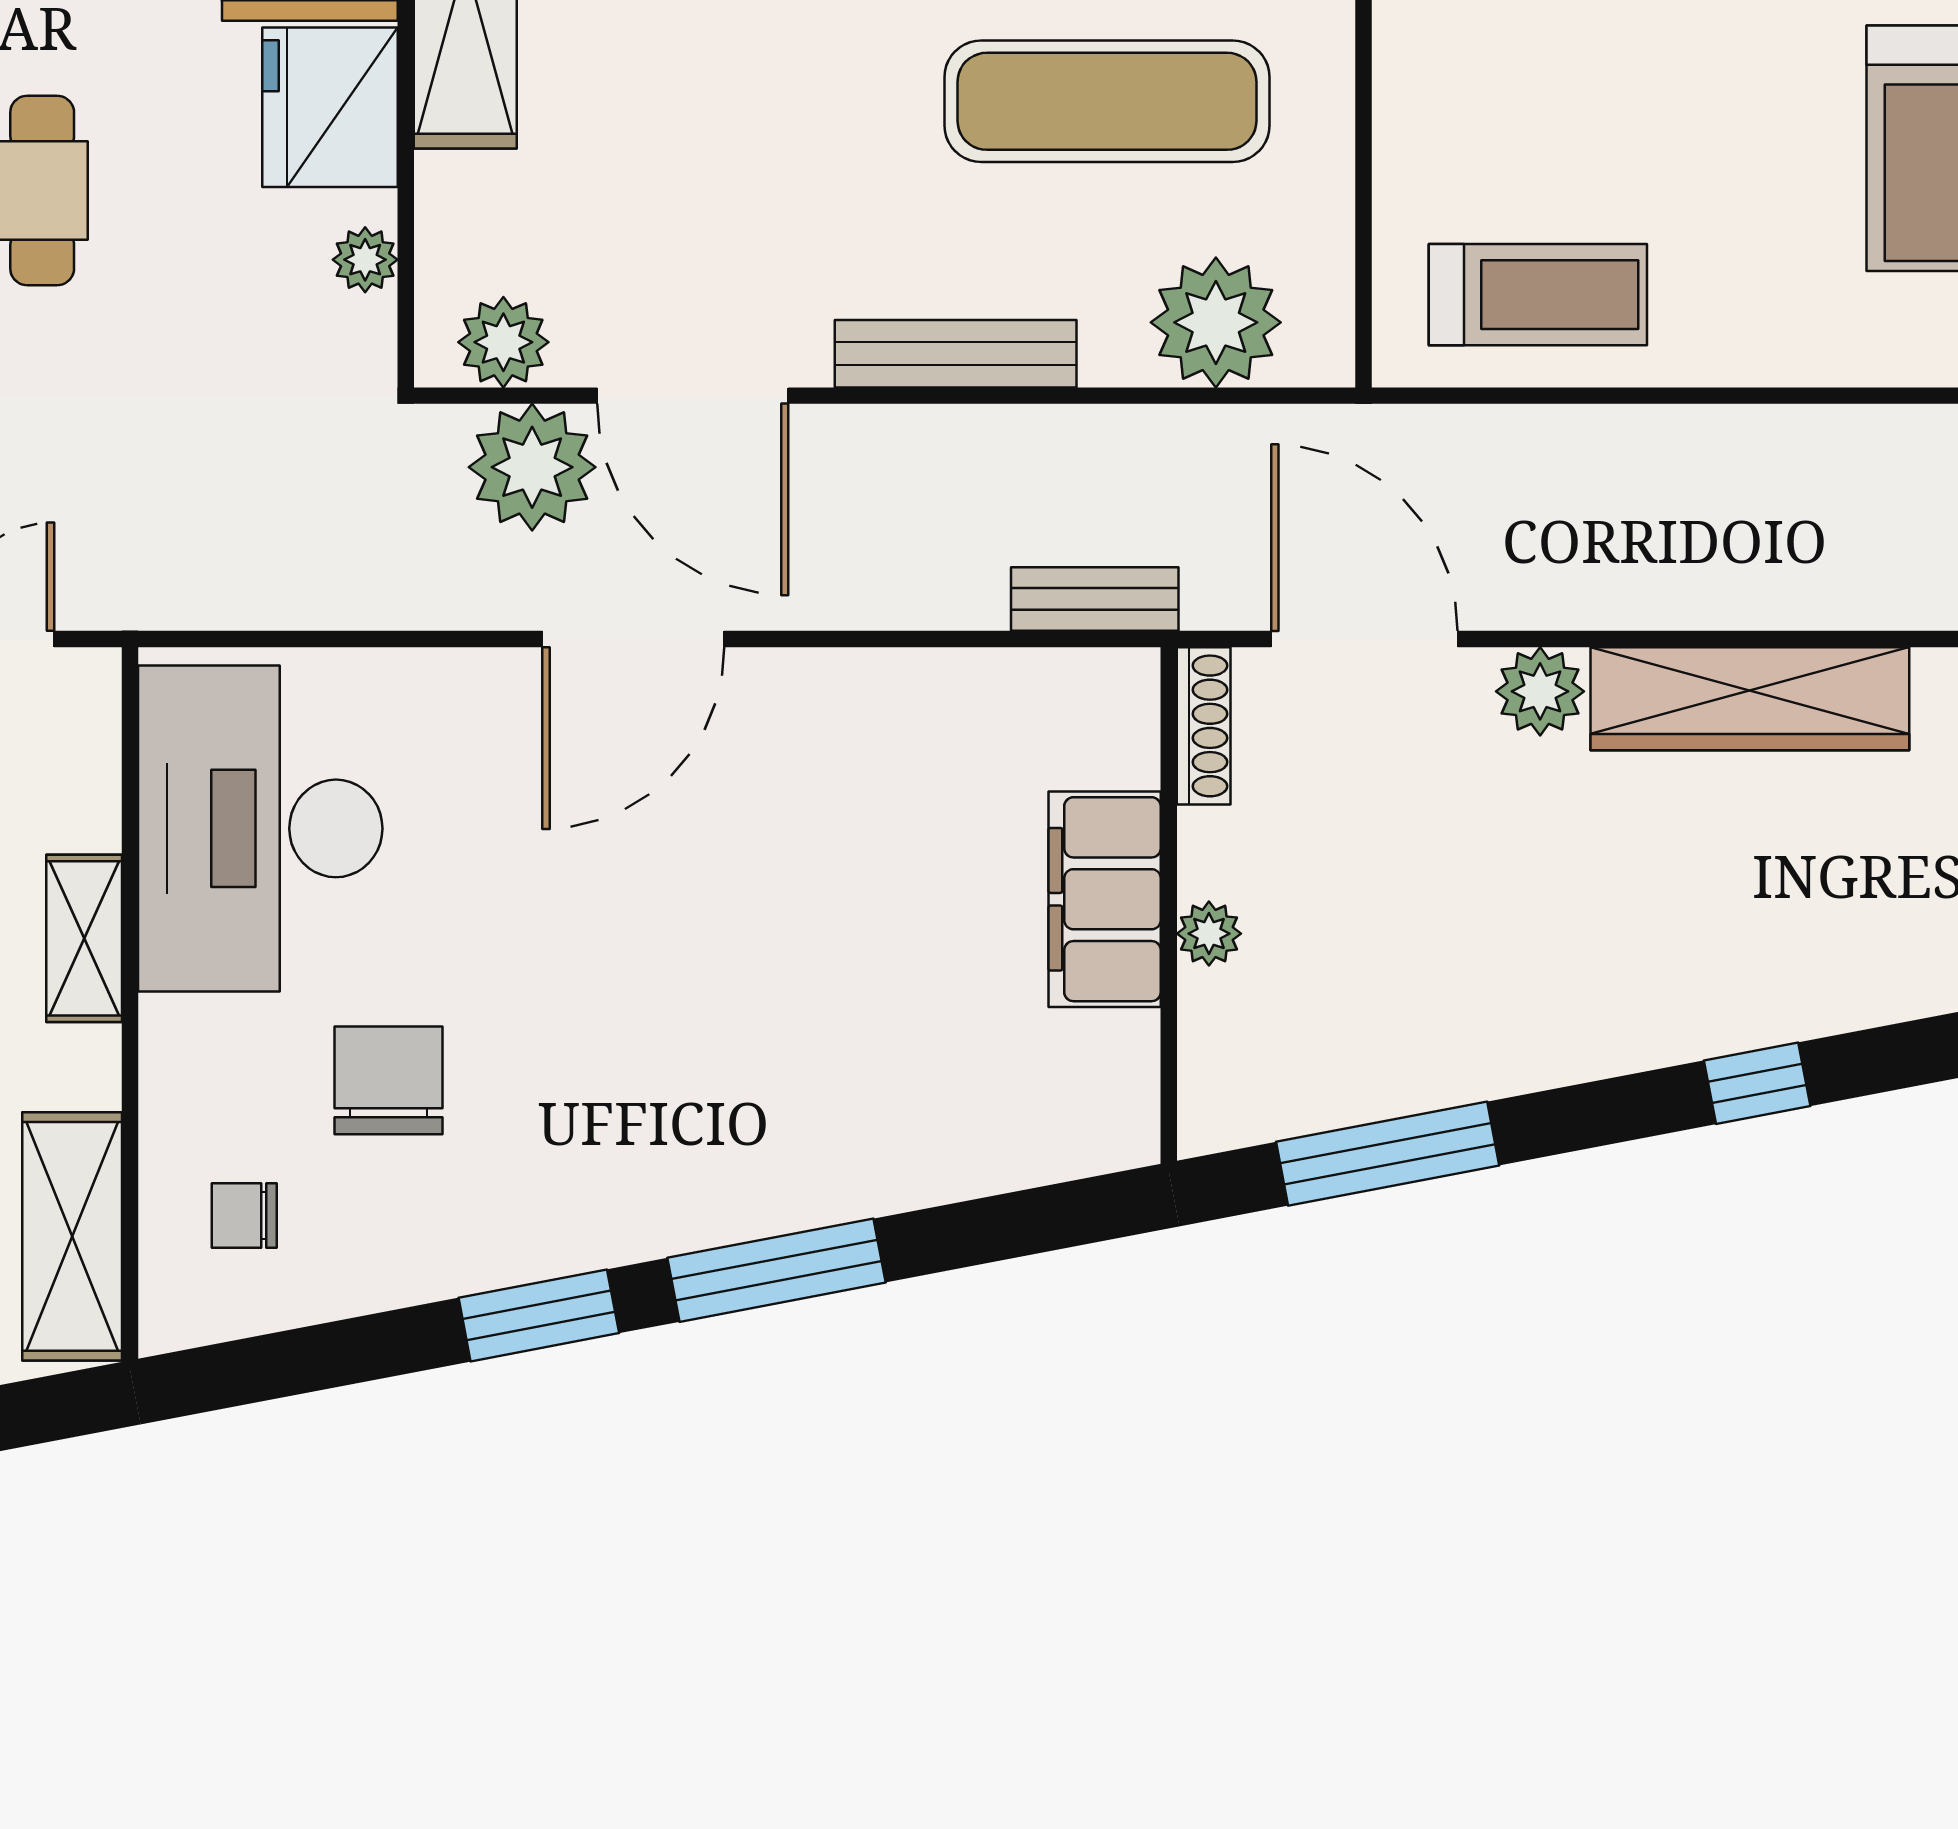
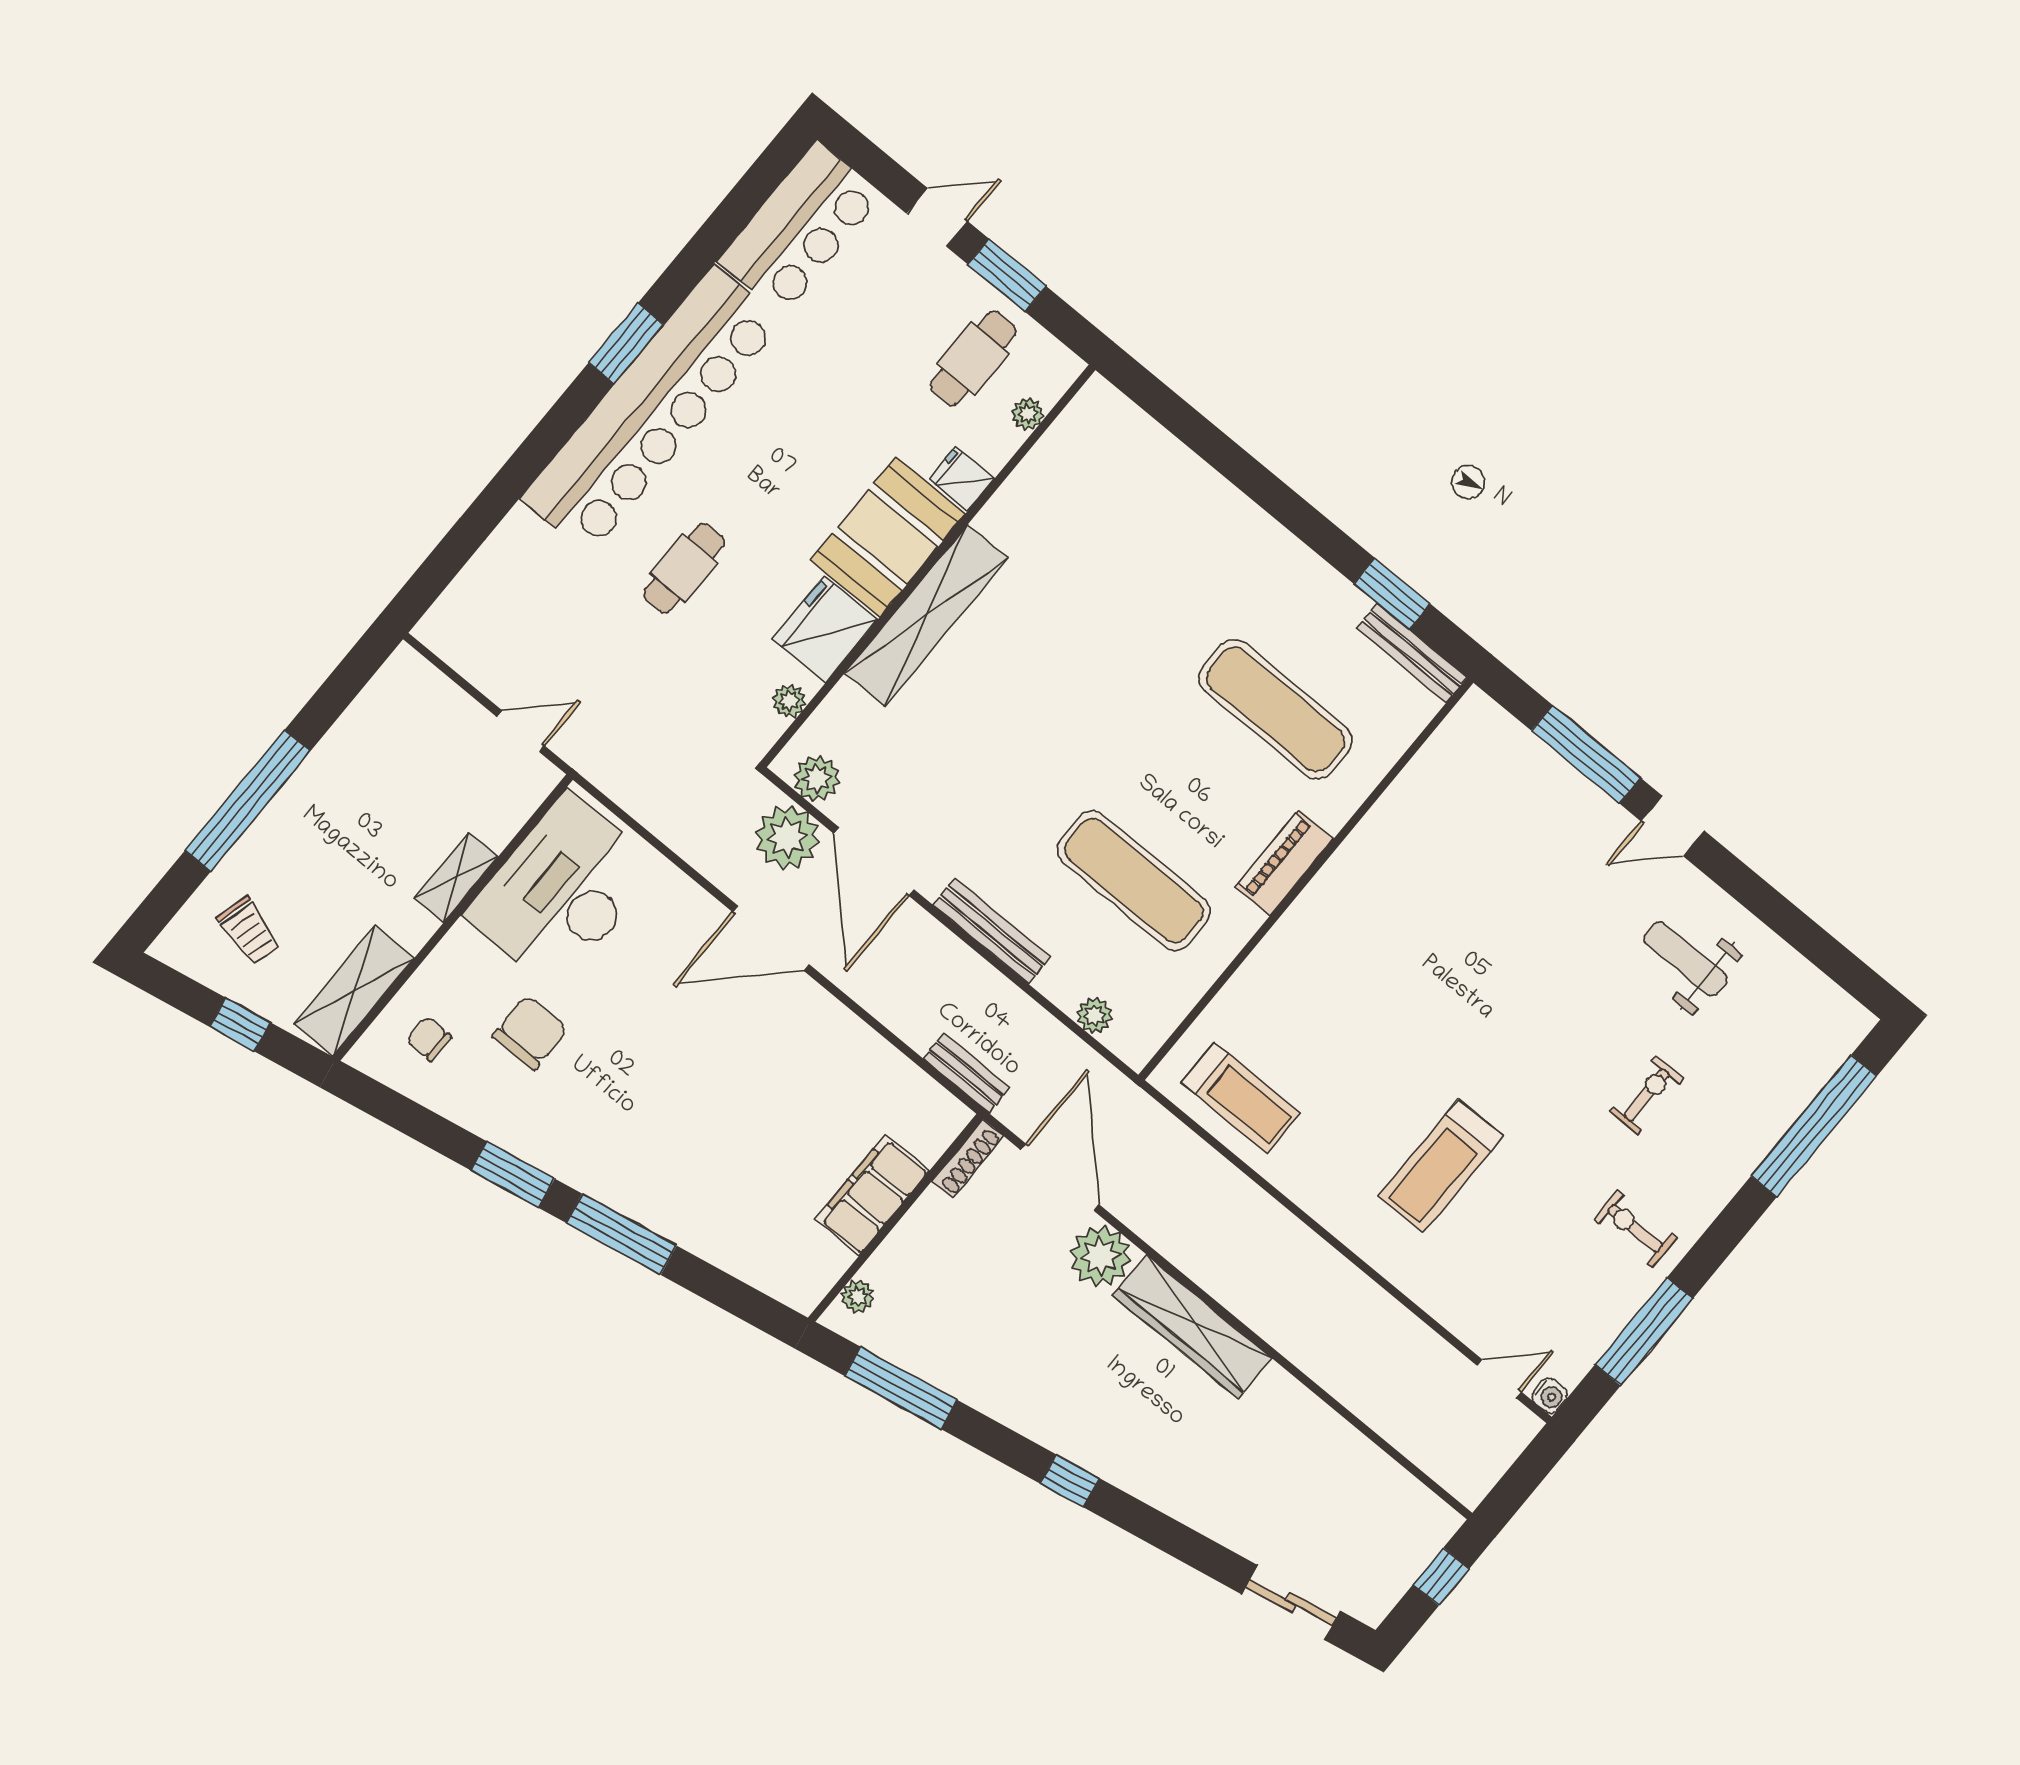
plant: (1216, 322) -> (1095, 1016), width x0.53, depth x0.53
plant: (1540, 691) -> (1100, 1256), width x1.36, depth x1.36
plant: (1209, 934) -> (858, 1296), moved

